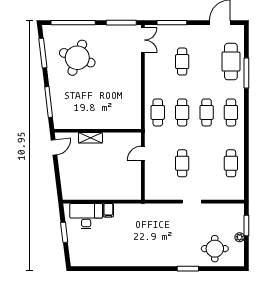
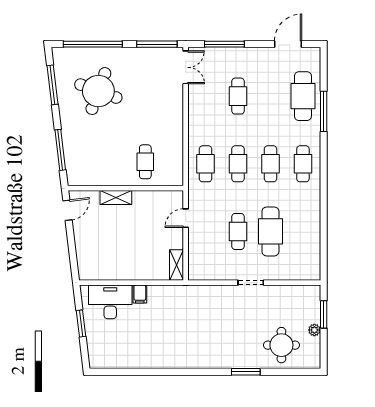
cafe table: (113, 111) -> (145, 162), added
cafe table: (231, 163) -> (270, 231), moved, width x1.37, depth x1.35
shelving: (136, 188) -> (176, 265), added

